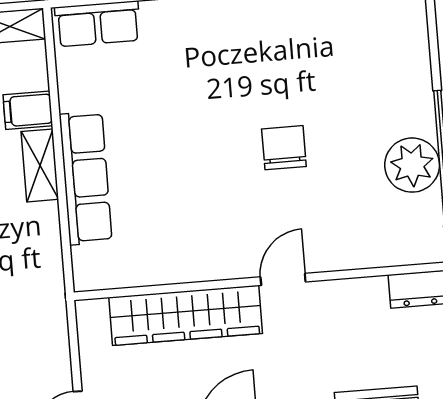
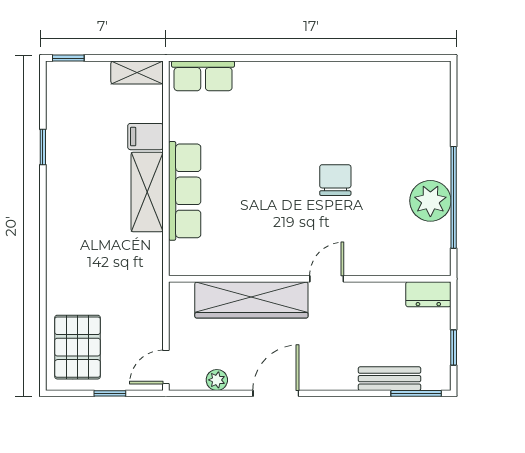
shelving: (40, 165) -> (147, 192), width x1.50, depth x1.33

